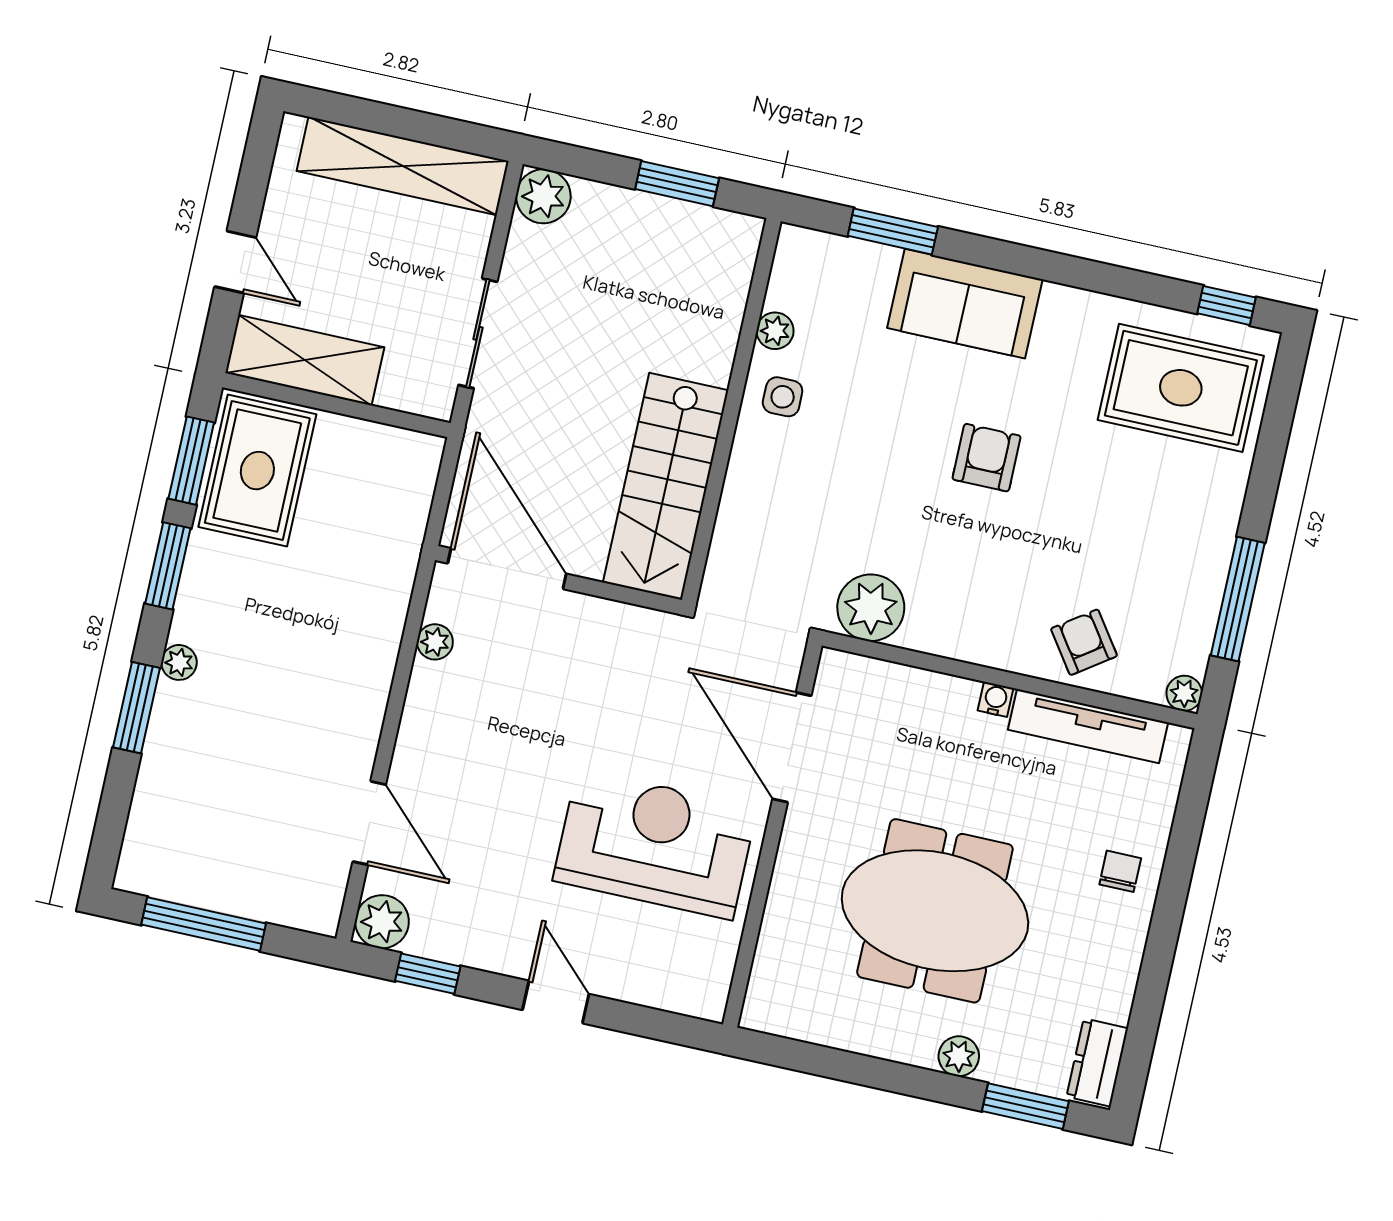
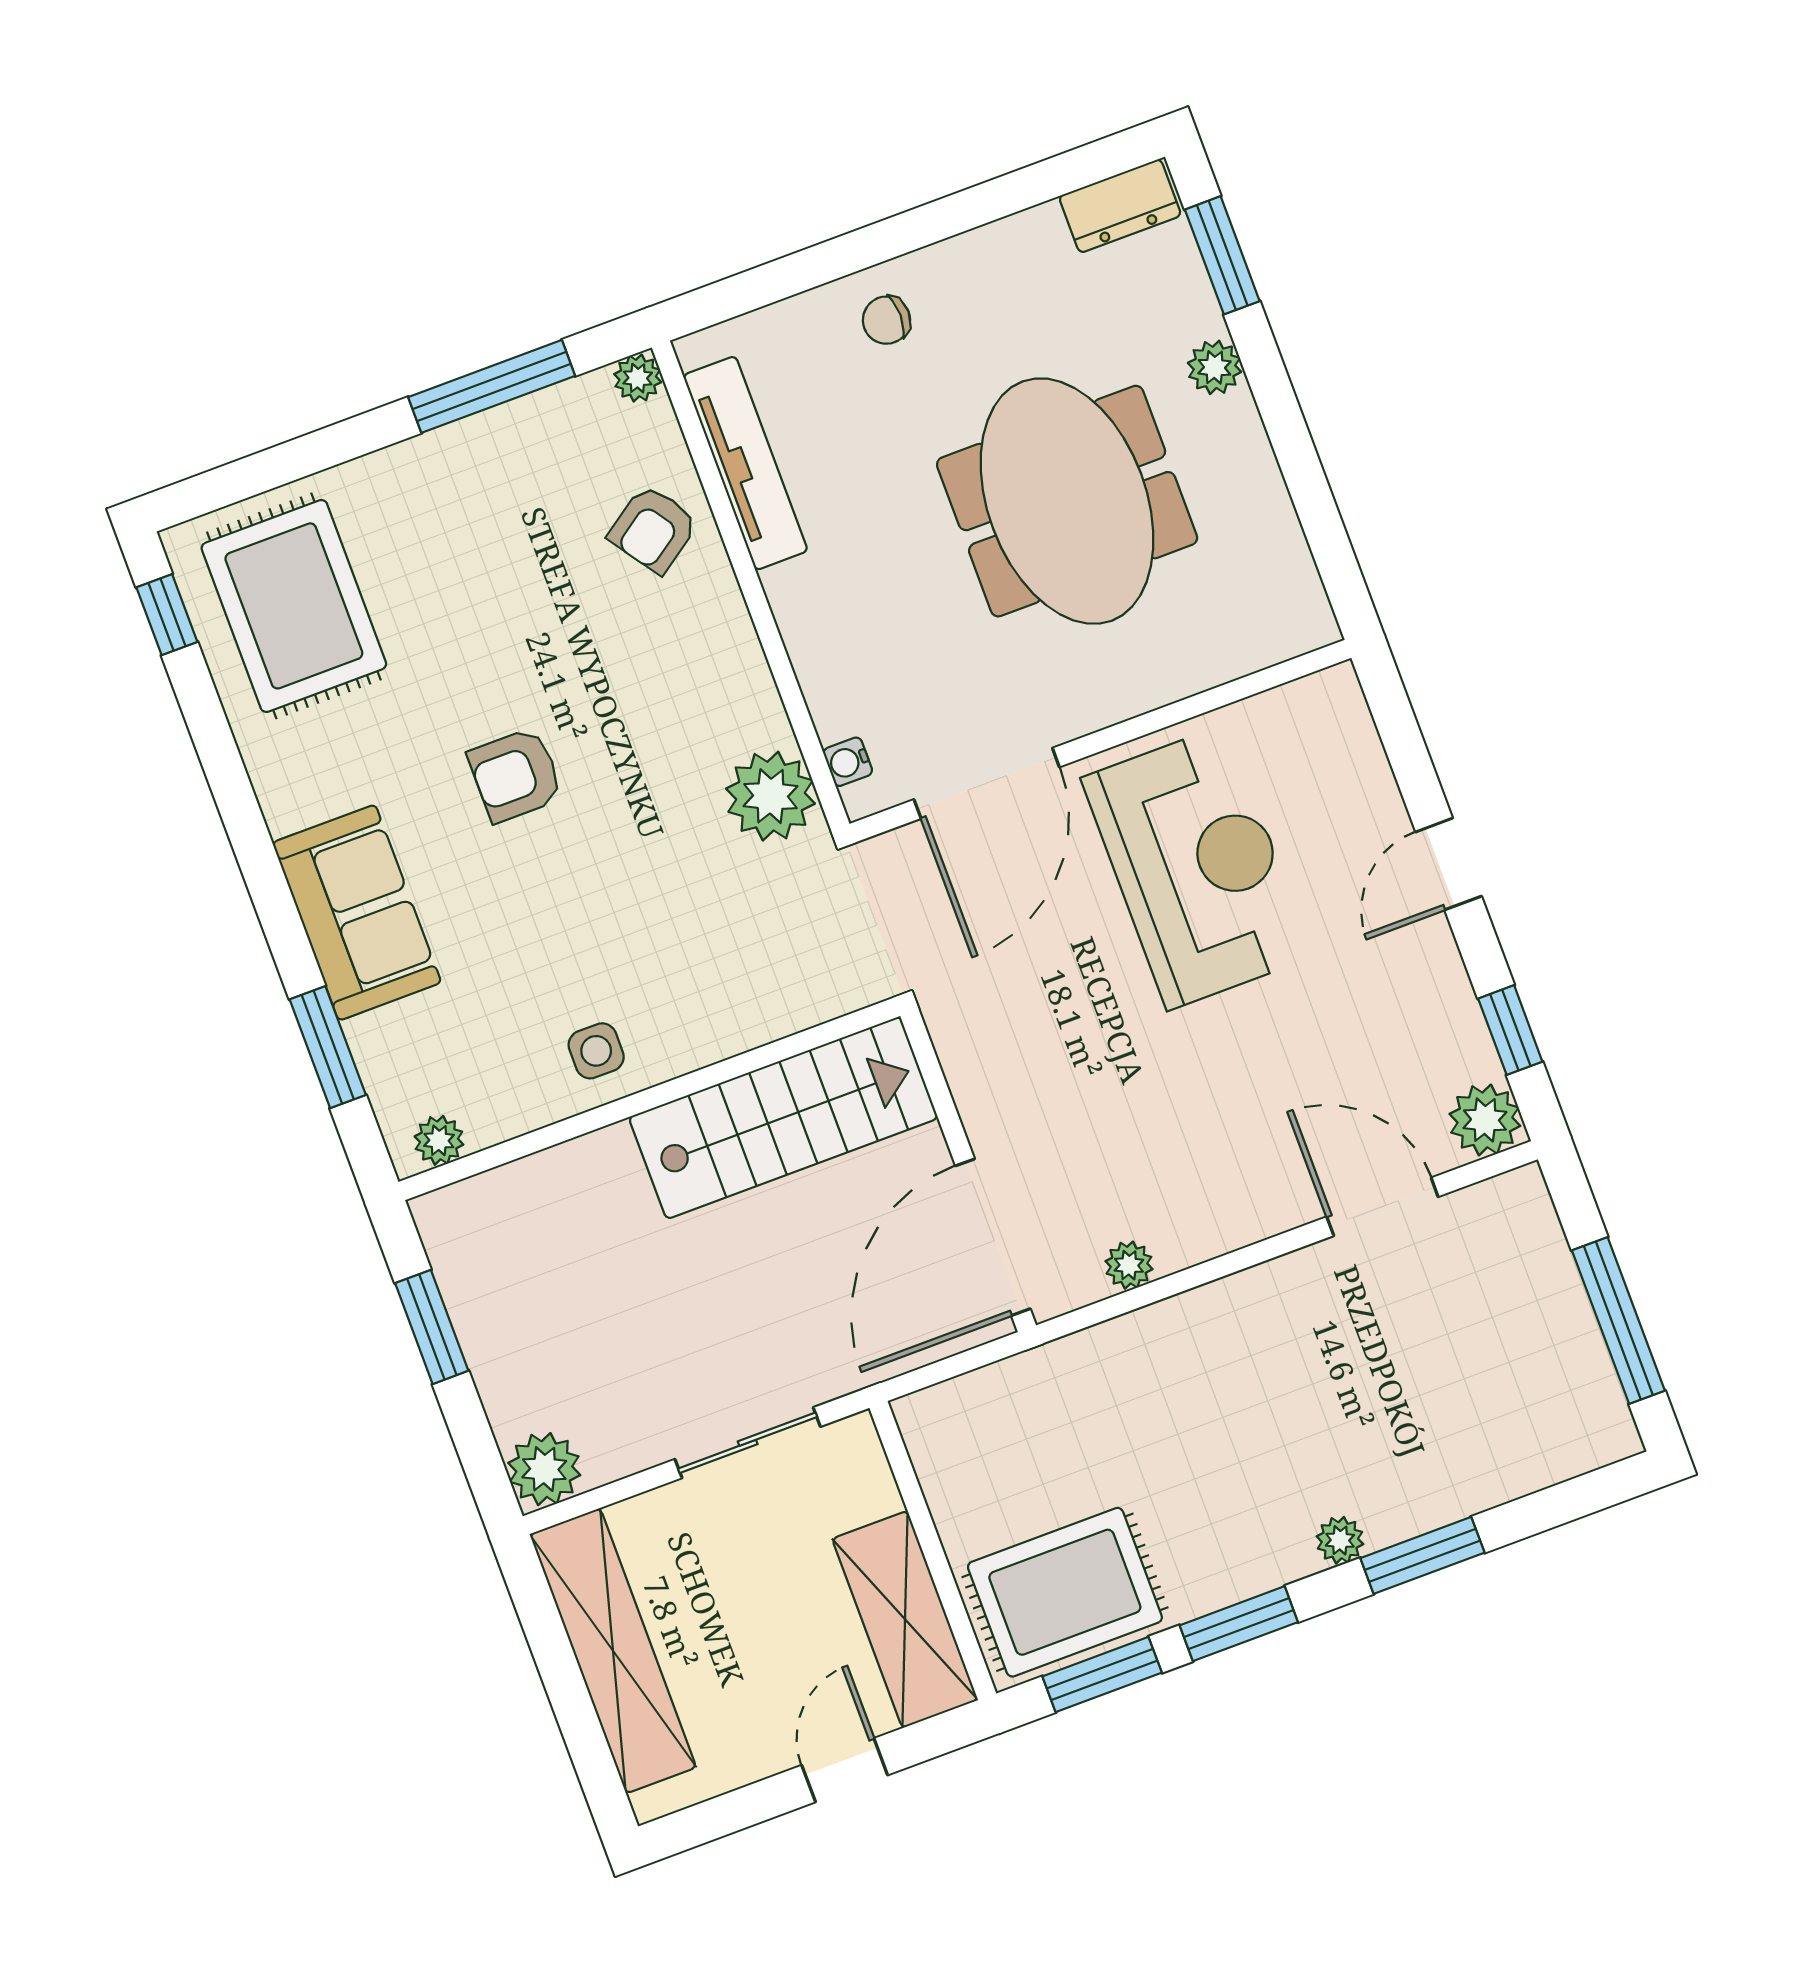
plant: (775, 331) -> (439, 1140), moved
water cooler: (996, 699) -> (848, 762), moved
door: (369, 823) -> (1382, 1207), hinge flipped
reception desk: (655, 844) -> (1197, 867), turned 180

